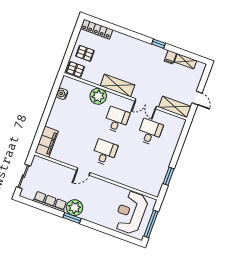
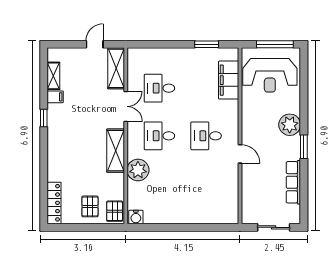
water cooler: (62, 94) -> (136, 217), moved
filing cabinet: (47, 142) -> (229, 80), moved, turned -90
plant: (75, 208) -> (290, 125), moved

